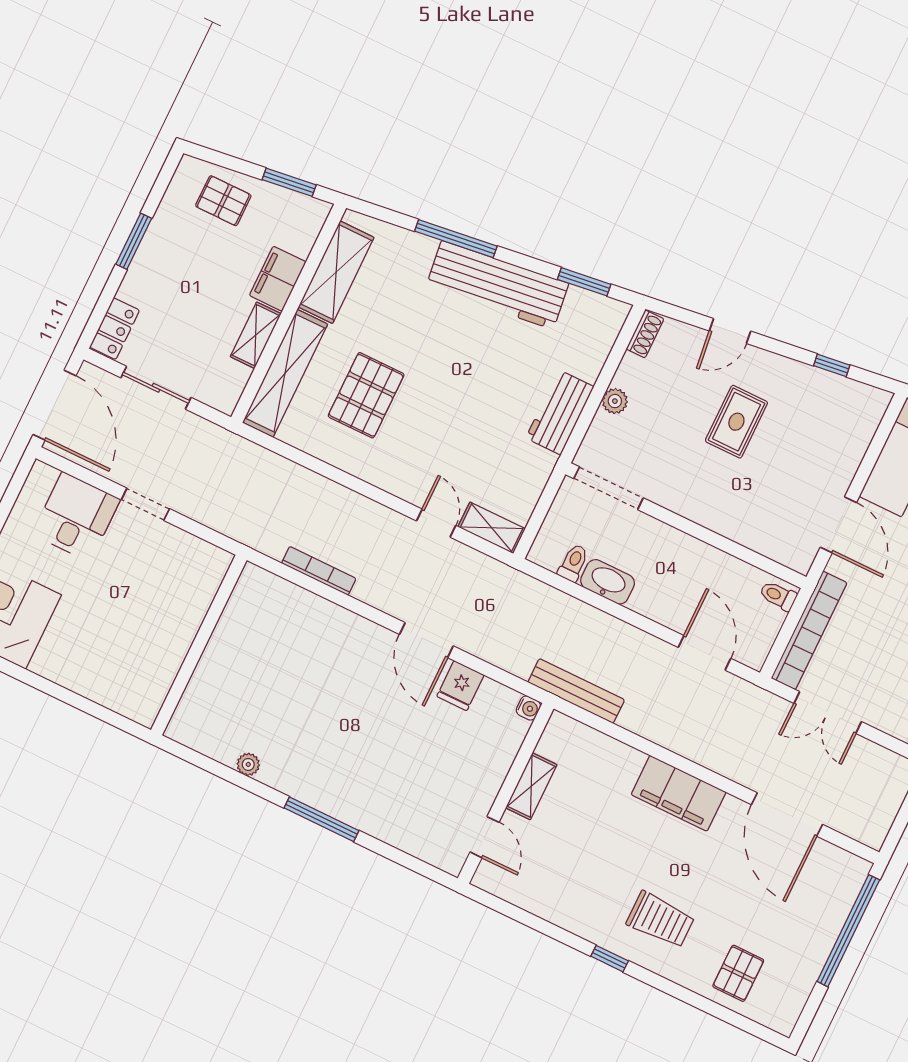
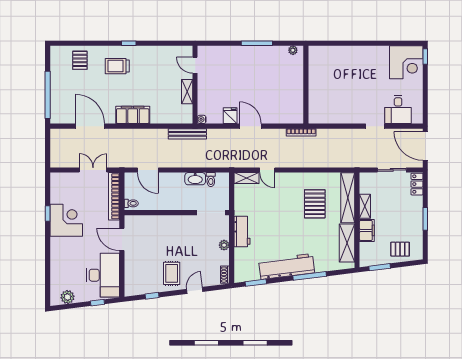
rug: (736, 422) -> (172, 273), moved
wall: (199, 645) -> (306, 85), moved

